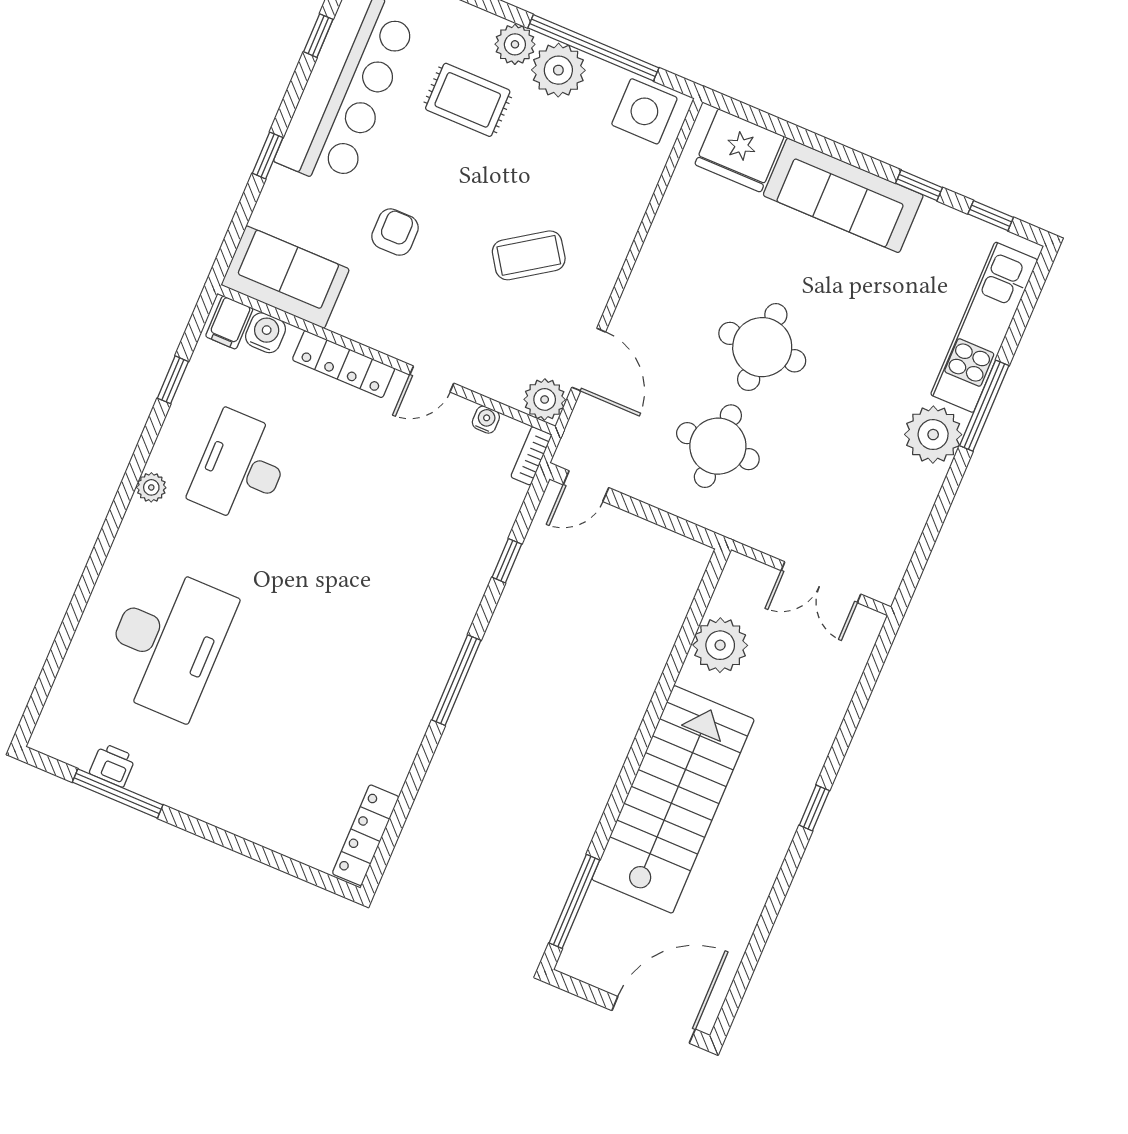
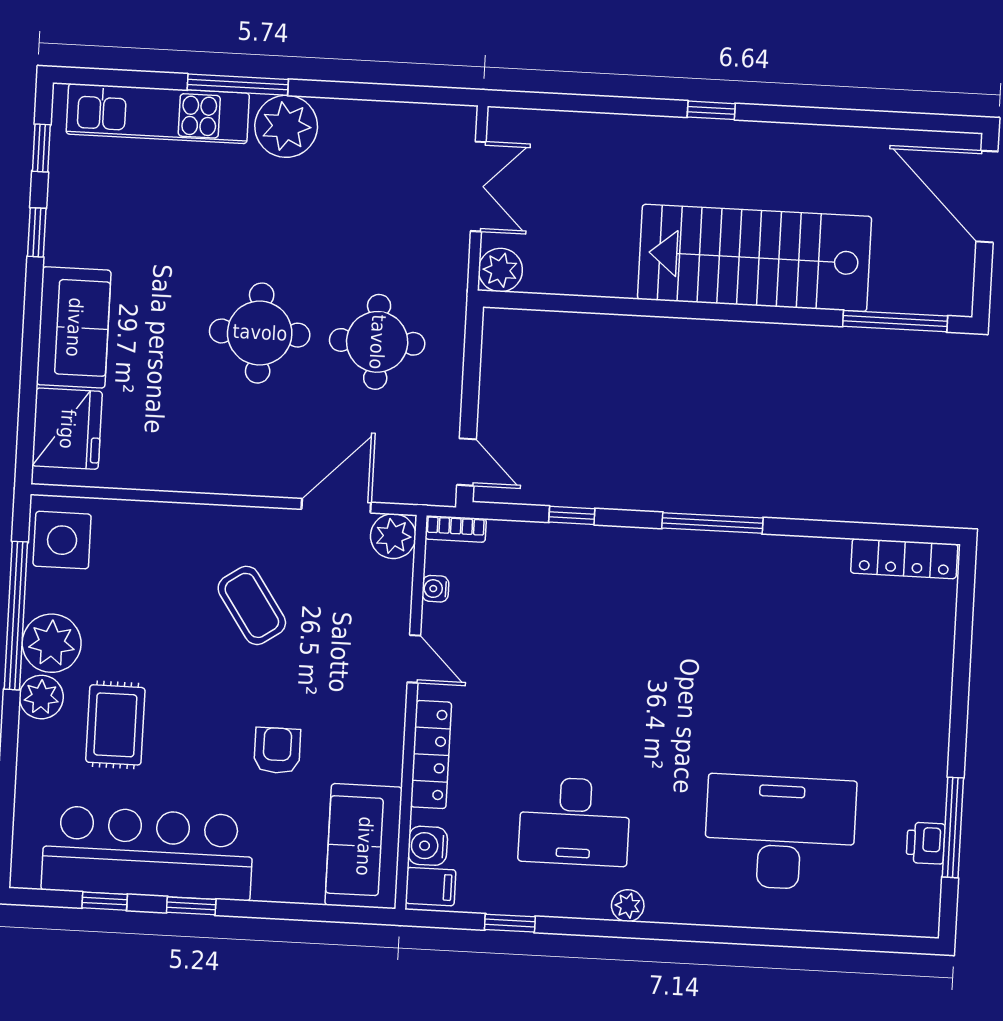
window: (268, 155) -> (191, 906), moved
sofa: (843, 195) -> (74, 327), width x0.73
armchair: (395, 232) -> (277, 751), turned 90
plant: (720, 645) -> (500, 270), moved, width x0.73, depth x0.73

